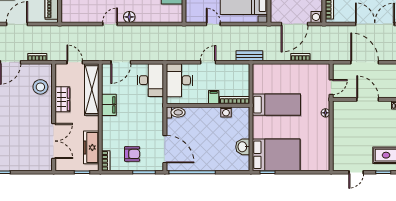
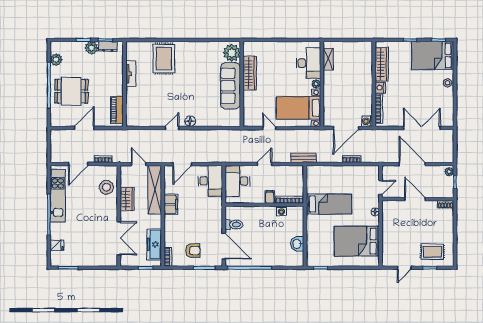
toilet: (176, 112) -> (234, 225), moved
bed: (276, 155) -> (357, 241), moved, turned 180

